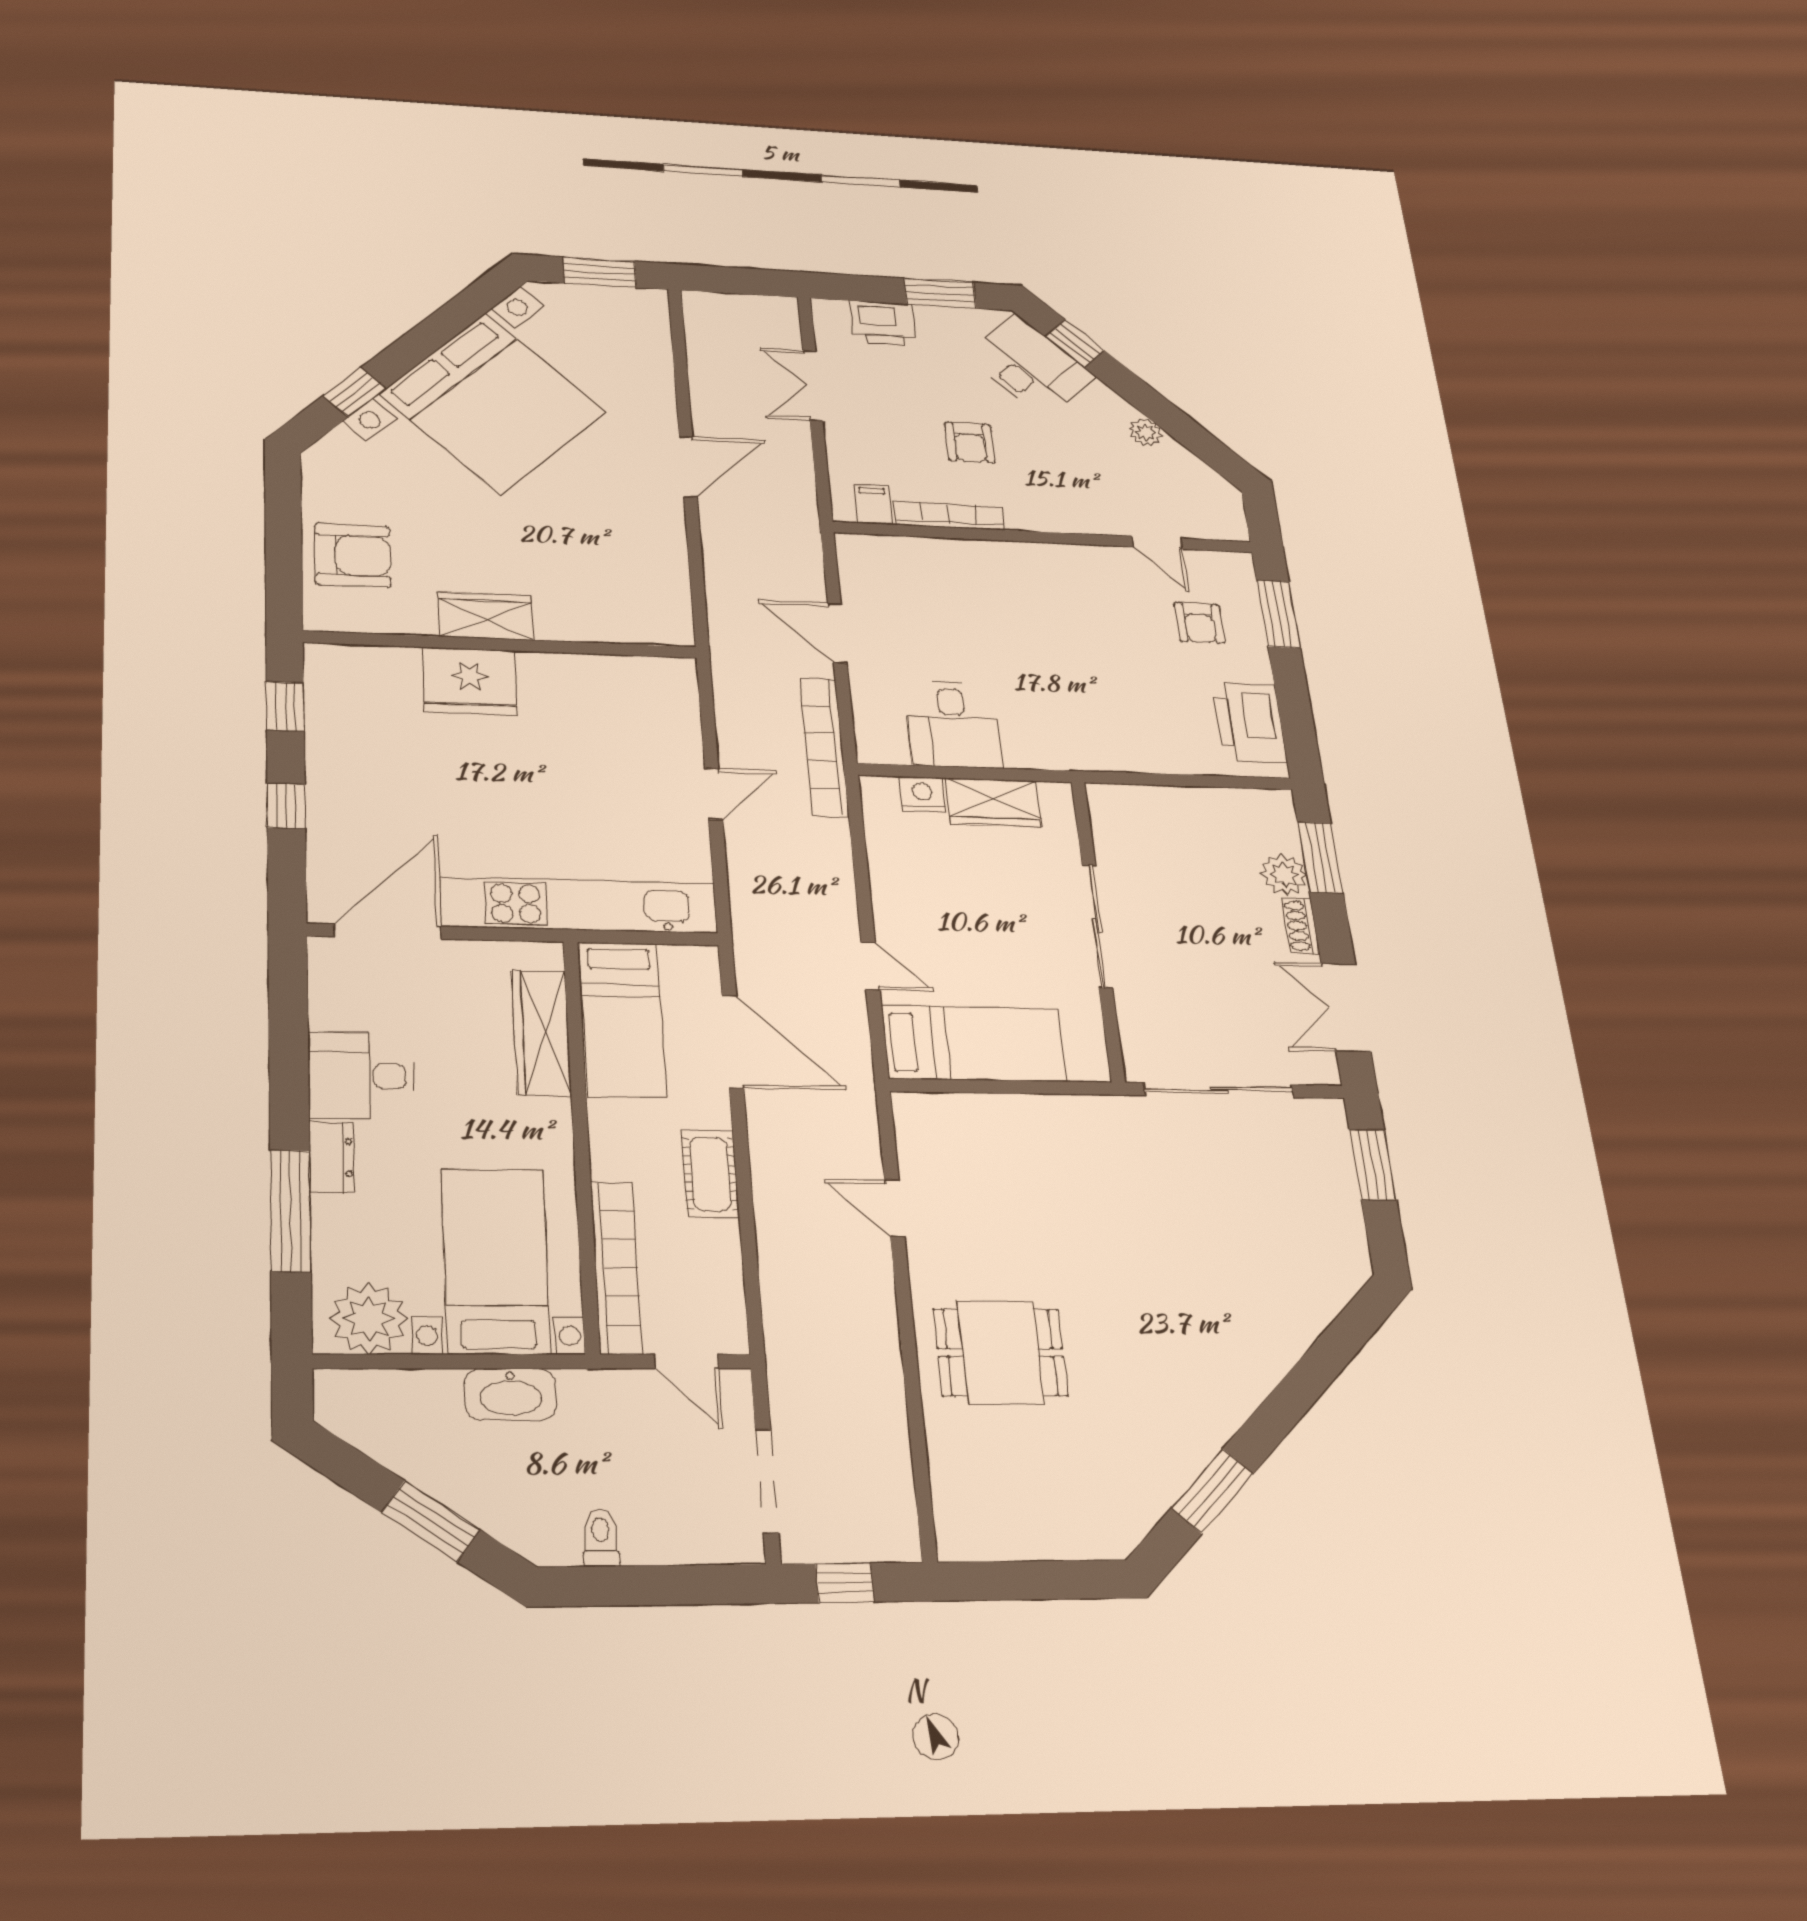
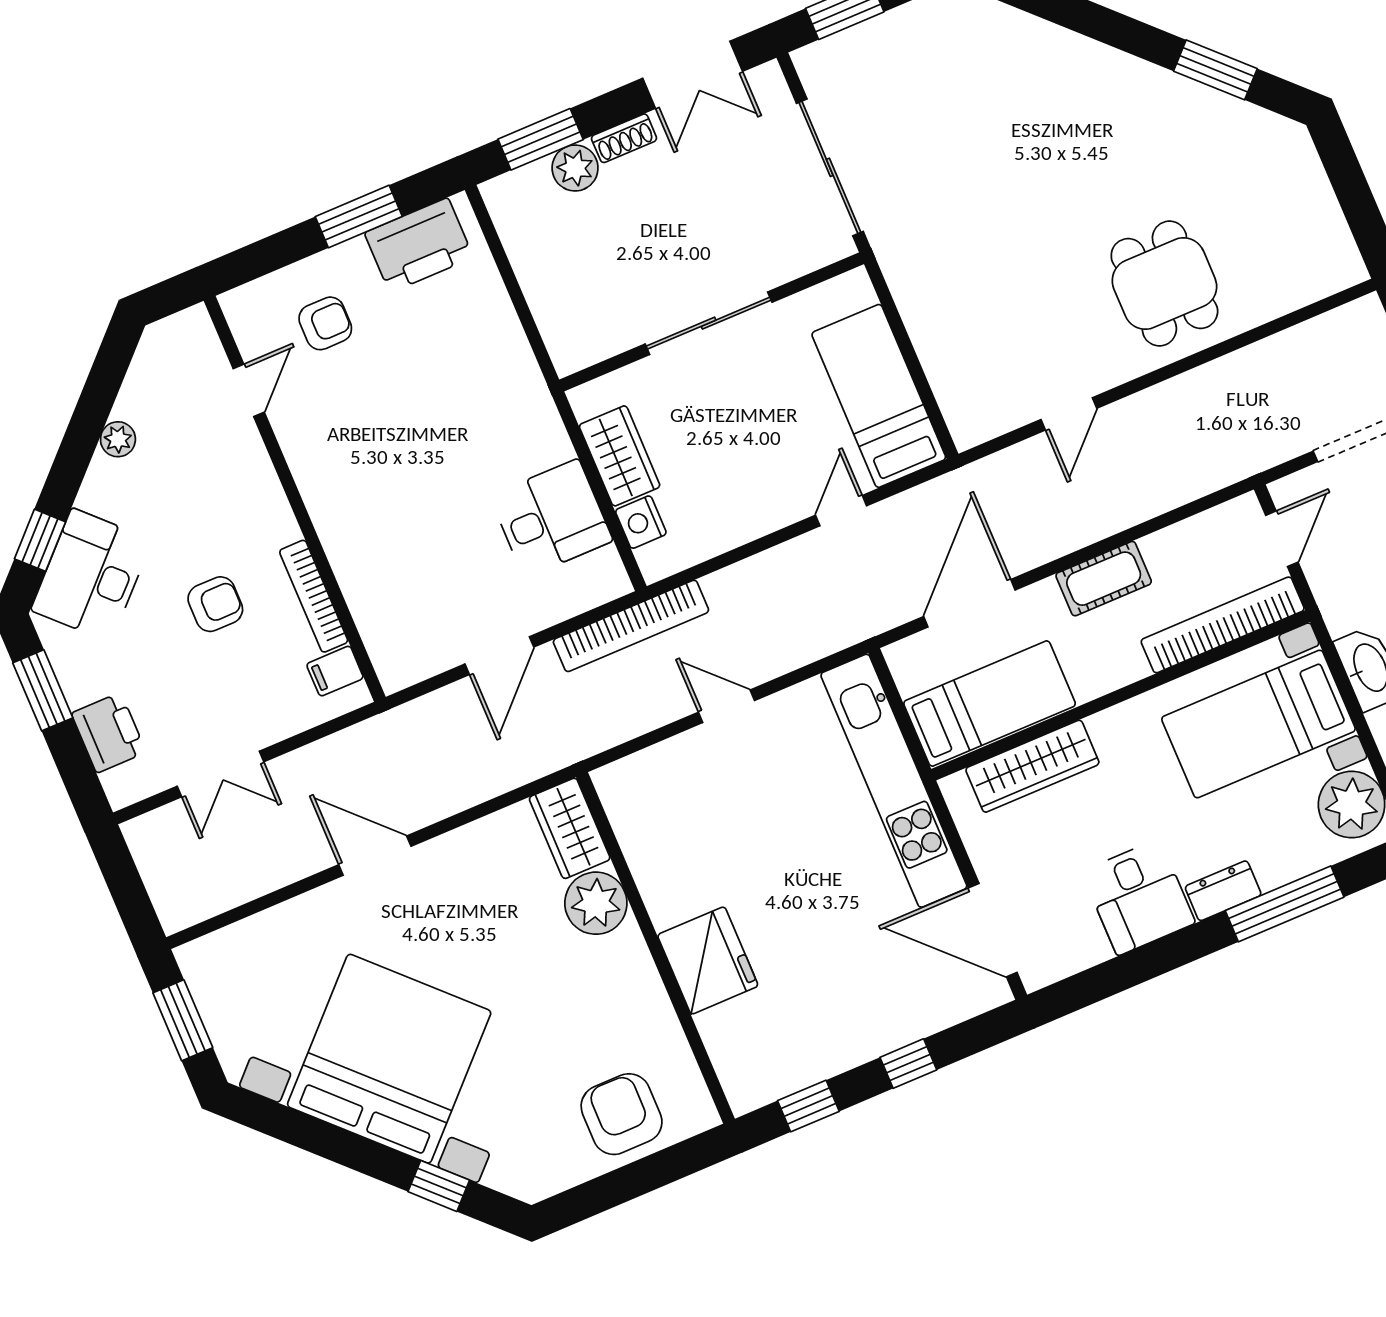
window: (1278, 614) -> (359, 216), moved
plant: (567, 615) -> (596, 903), added
wardrobe: (485, 616) -> (570, 828), moved

